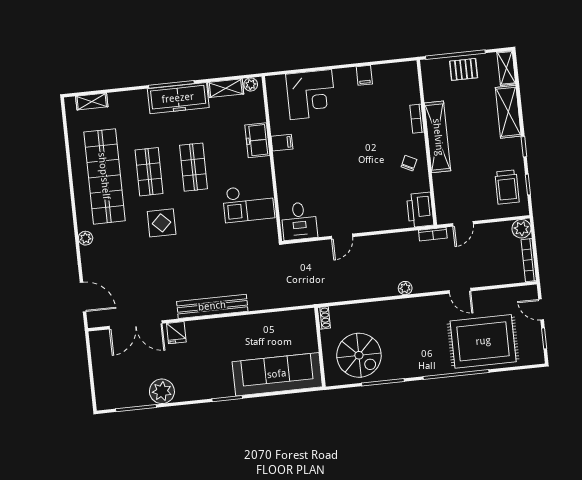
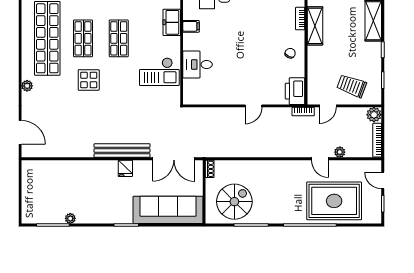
shelving: (438, 137) -> (315, 26), width x0.68
trolley: (507, 187) -> (352, 86), moved, turned 110
desk: (299, 221) -> (198, 64), moved, turned 90
door: (342, 236) -> (253, 106), moved
plant: (405, 288) -> (340, 152), moved
double door: (136, 325) -> (174, 159), moved
fridge: (176, 333) -> (125, 168), moved
spiral stairs: (359, 355) -> (234, 202), turned -90
plant: (162, 391) -> (70, 218), width x0.53, depth x0.53

